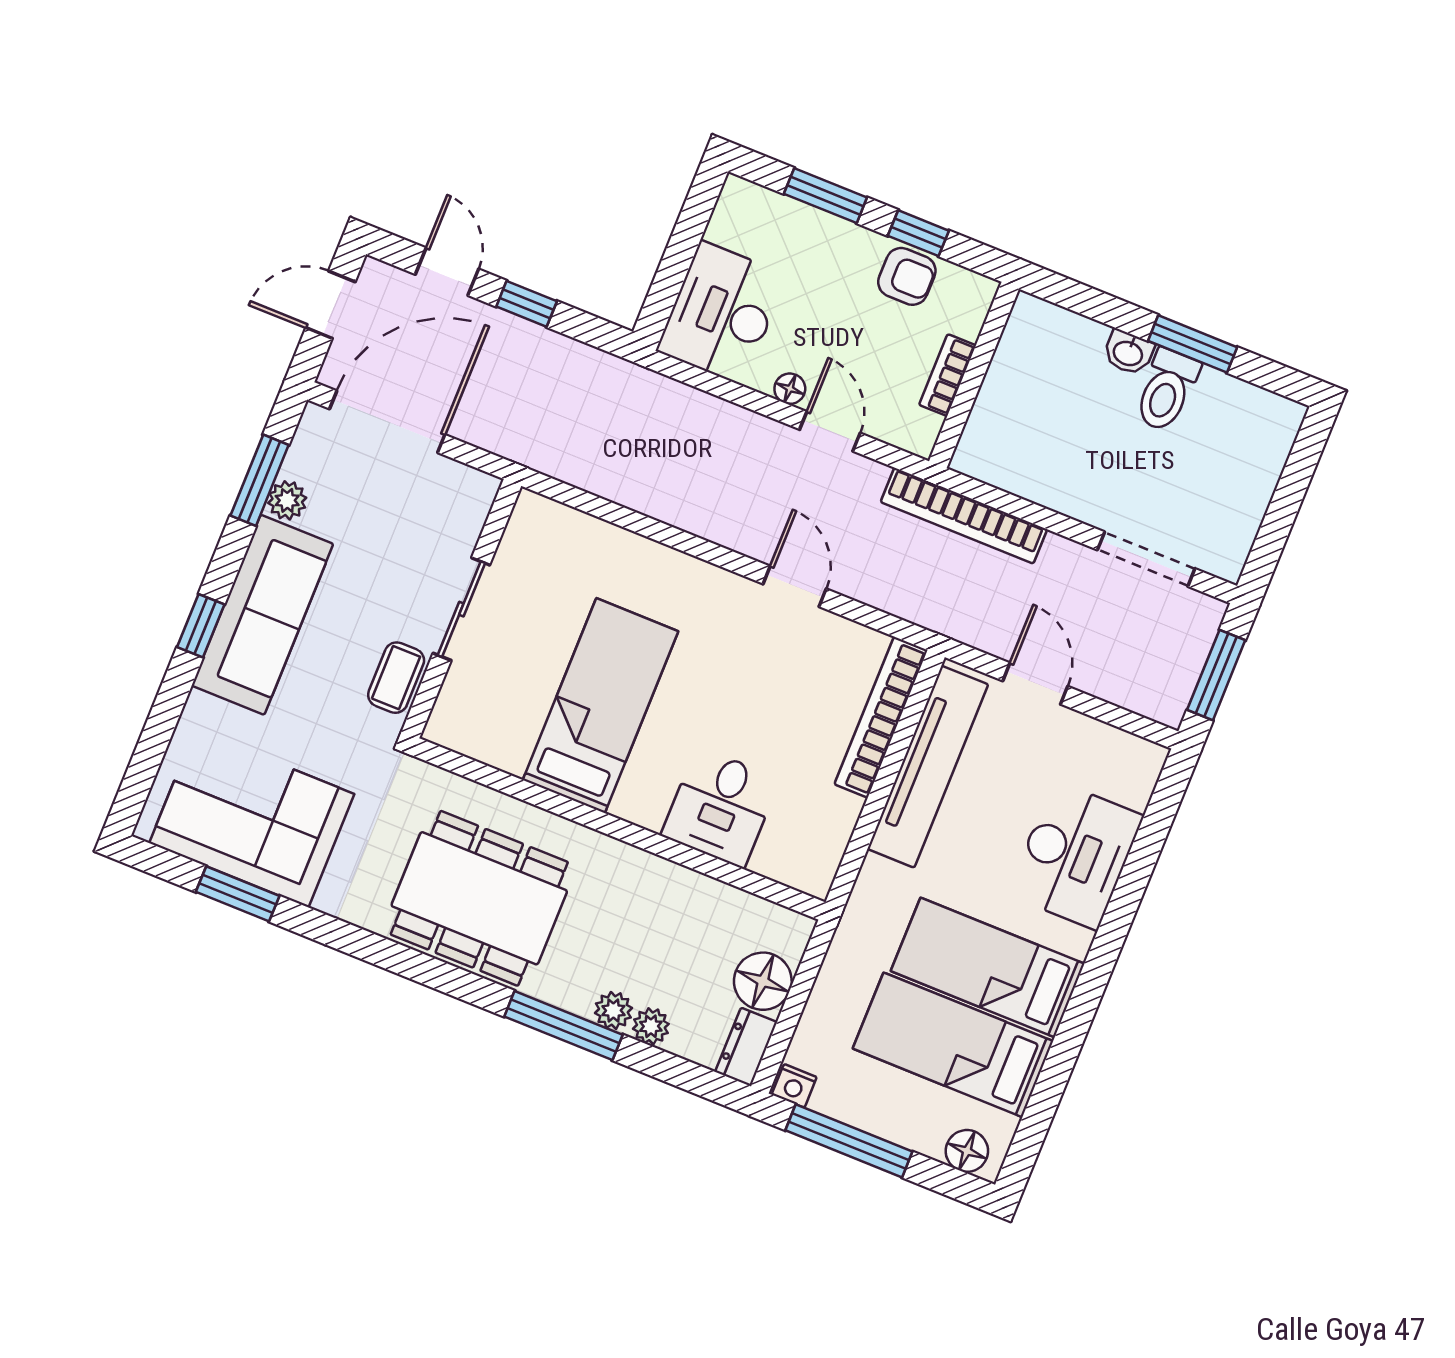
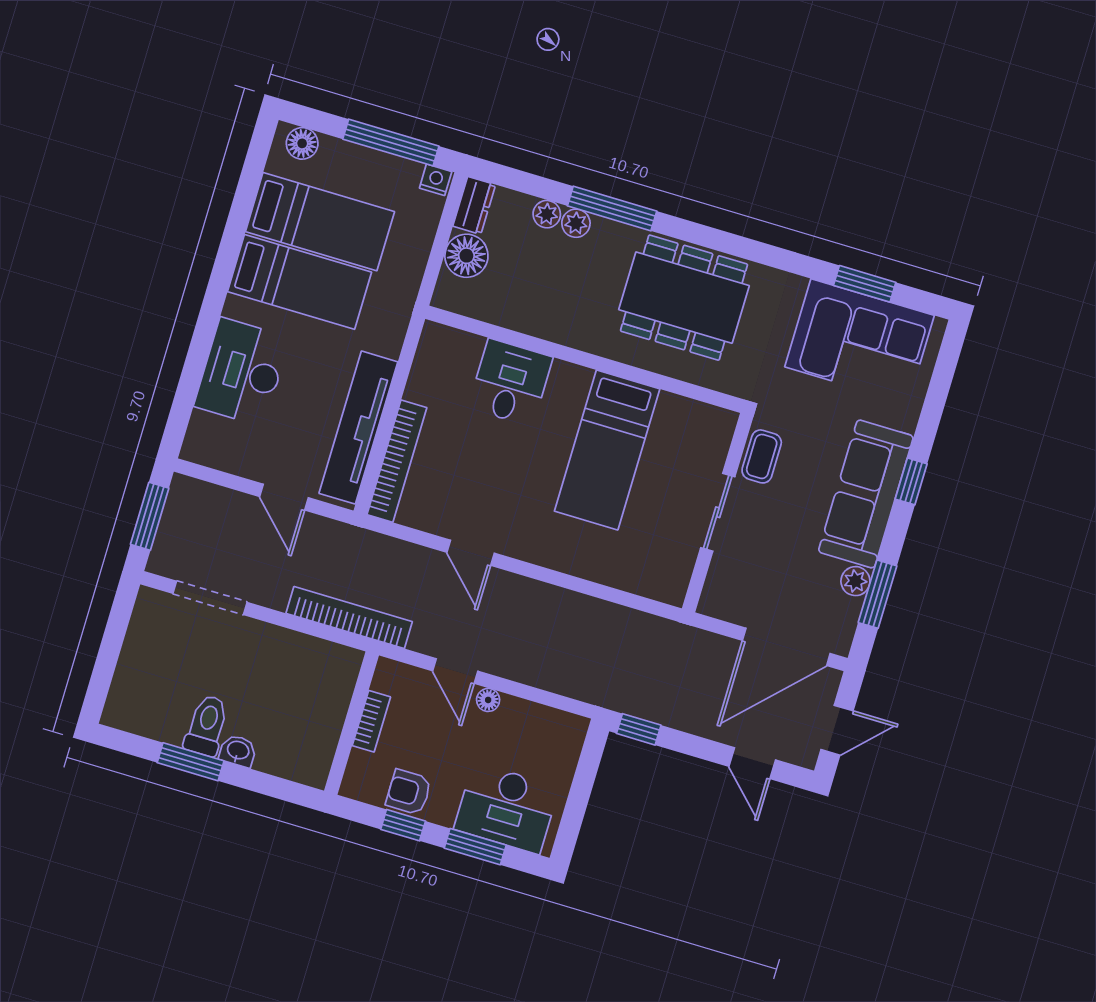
window: (527, 304) -> (639, 729), moved
desk: (722, 313) -> (507, 808), moved, turned 90

